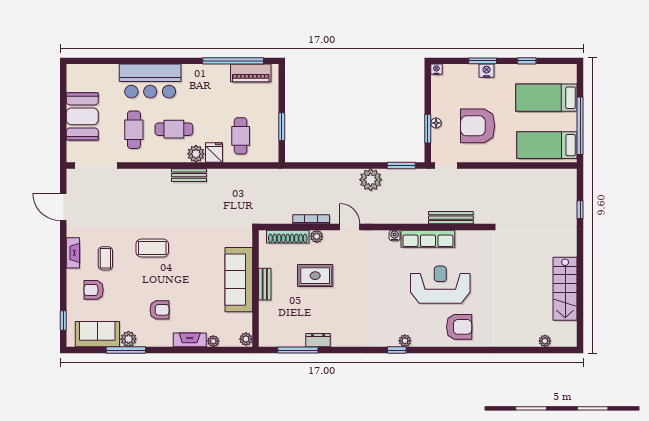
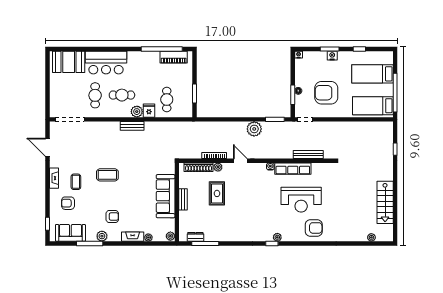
booth: (82, 116) -> (69, 62), moved, turned 90
rug: (315, 276) -> (217, 193), turned 90
reception desk: (440, 285) -> (301, 200), turned 180
plant: (128, 339) -> (102, 236), moved
dresser: (318, 340) -> (195, 237), moved

